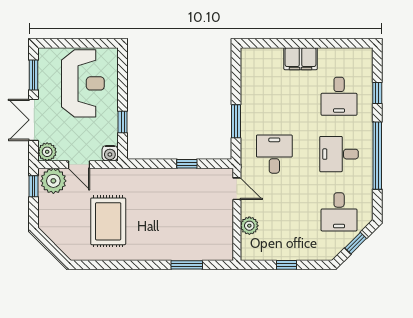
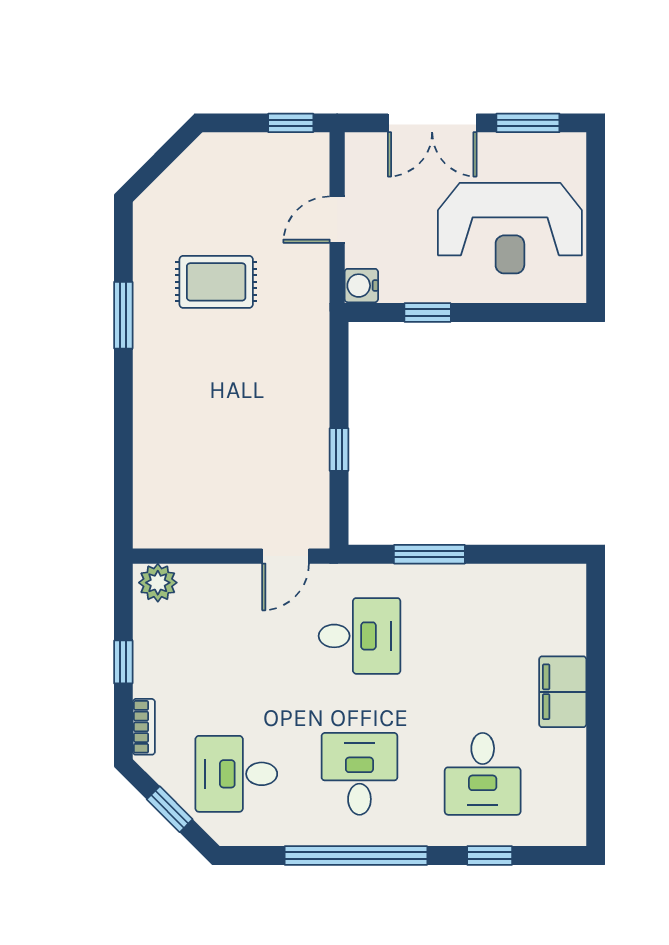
desk: (339, 96) -> (483, 774), turned -90
double door: (34, 120) -> (432, 123), swing flipped
plant: (47, 152) -> (364, 152), removed
plant: (53, 181) -> (302, 165), removed
rug: (108, 221) -> (216, 282), width x0.73, depth x0.70
plant: (249, 226) -> (158, 583), moved
bookcase: (317, 255) -> (144, 727), added
window: (187, 265) -> (123, 315), moved

